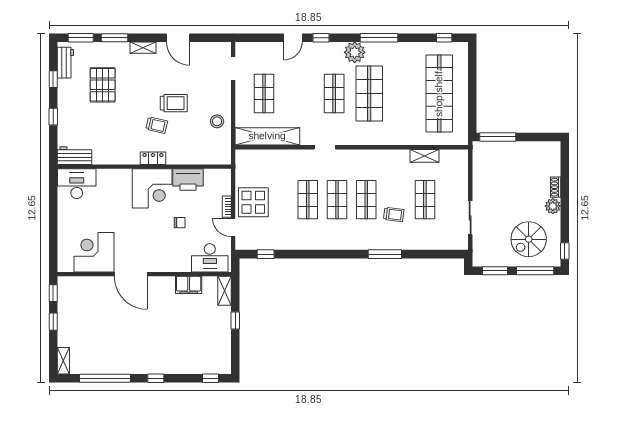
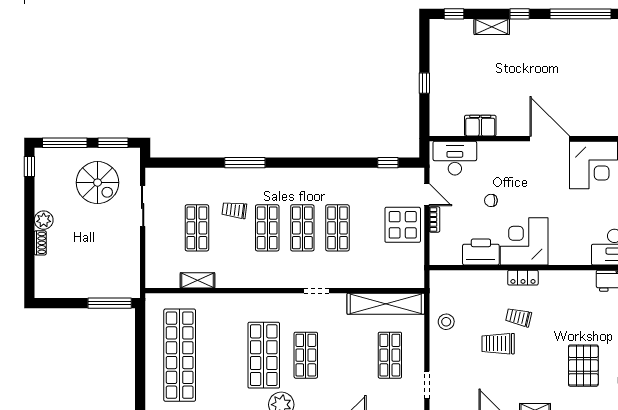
spiral stairs: (529, 239) -> (98, 183), moved, turned 90
shelving: (224, 291) -> (492, 27), moved, turned 90

